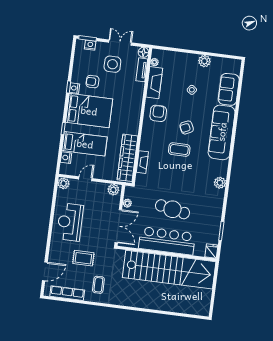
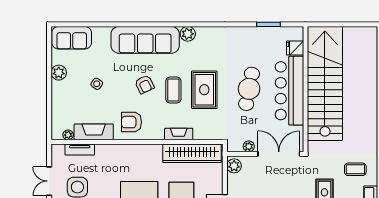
floor lamp: (143, 52) -> (58, 150), removed
sofa: (229, 89) -> (72, 38), moved
fireplace: (142, 162) -> (179, 134), moved
rug: (176, 174) -> (204, 90), added
plant: (220, 183) -> (188, 34), moved
fridge: (211, 251) -> (295, 48), moved

